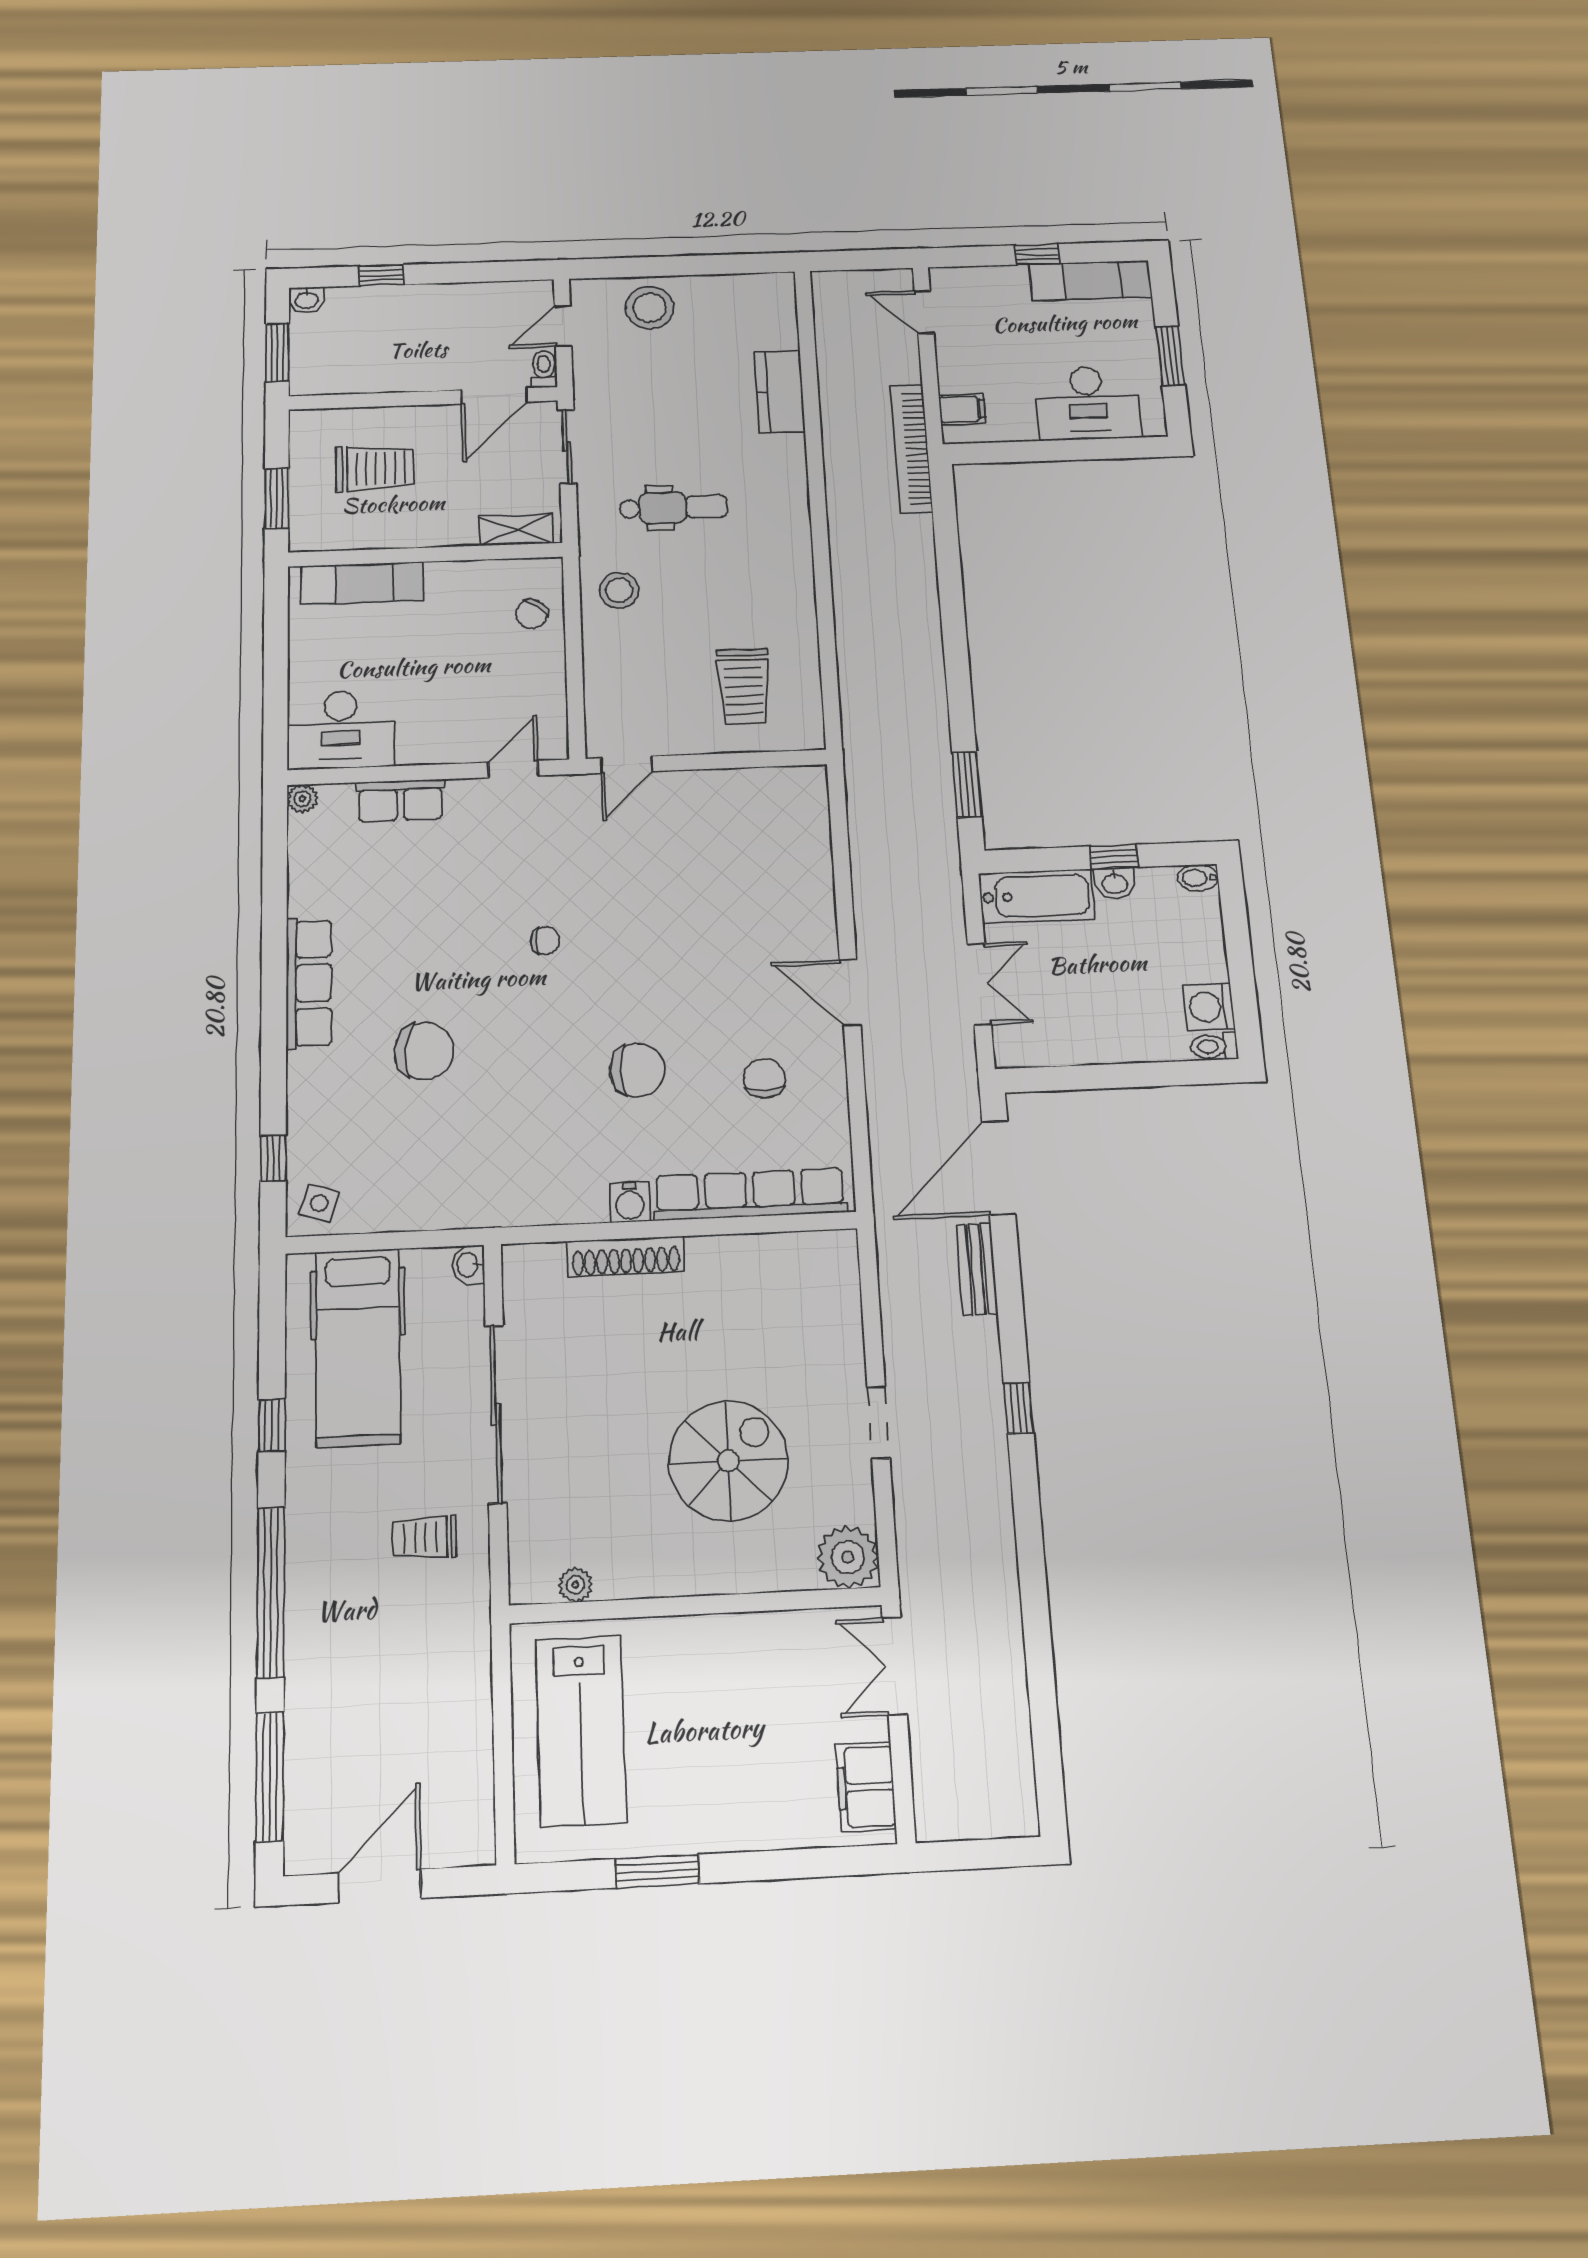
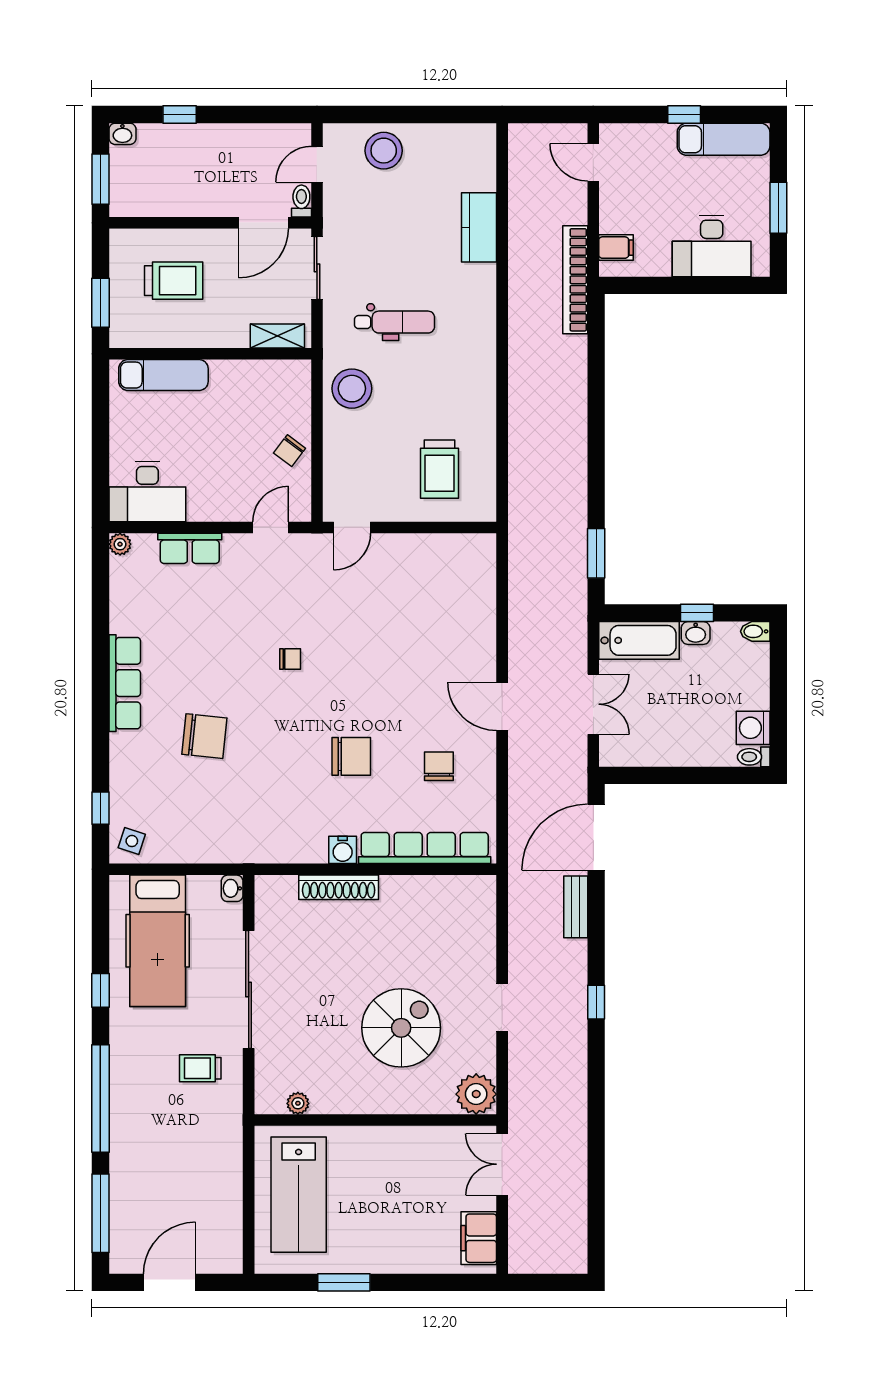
stool: (619, 590) -> (352, 389), width x1.38, depth x1.38
chair: (532, 614) -> (290, 451), moved

